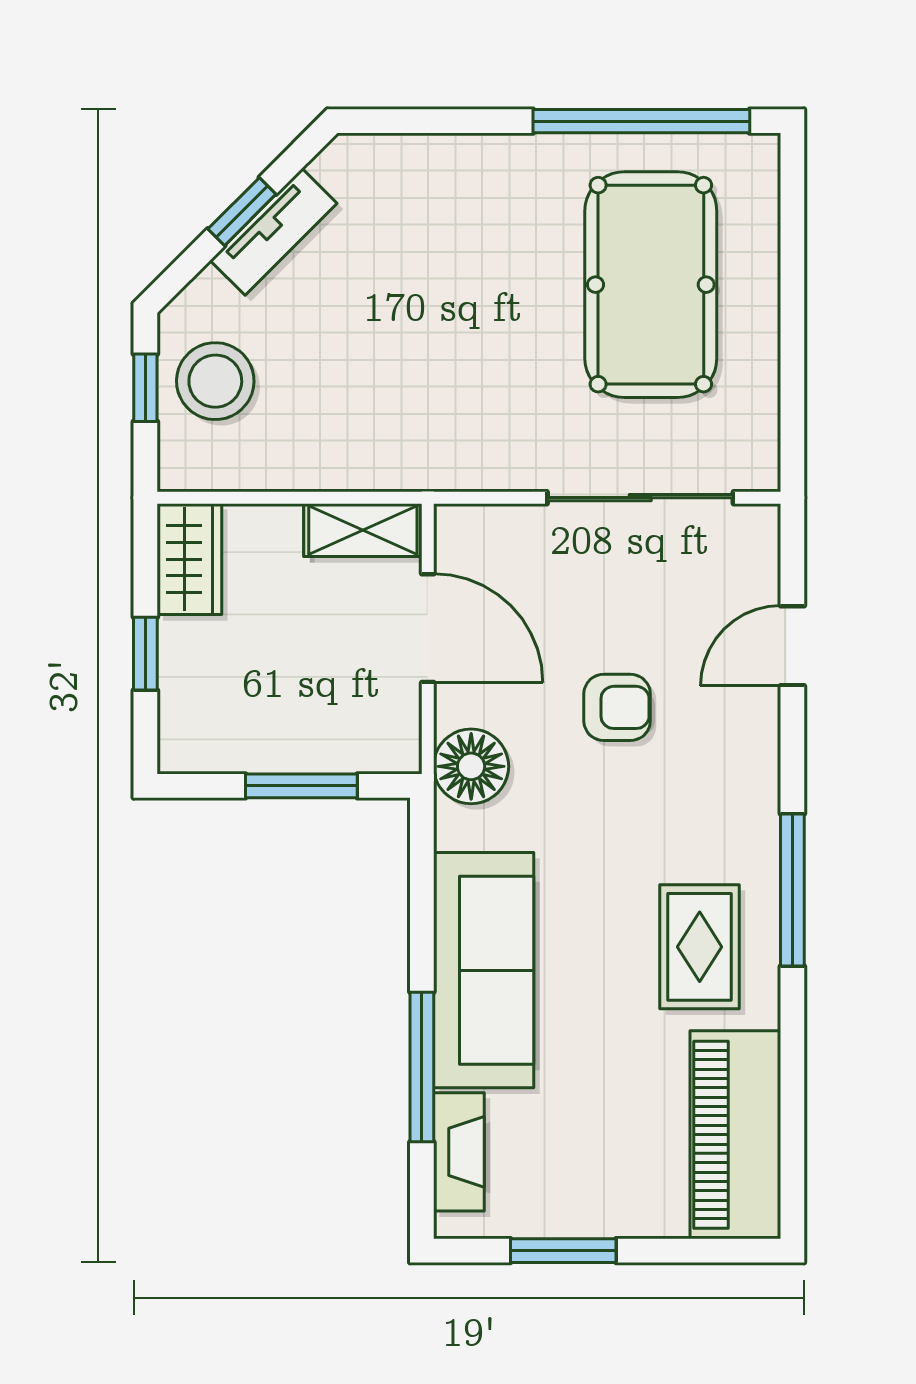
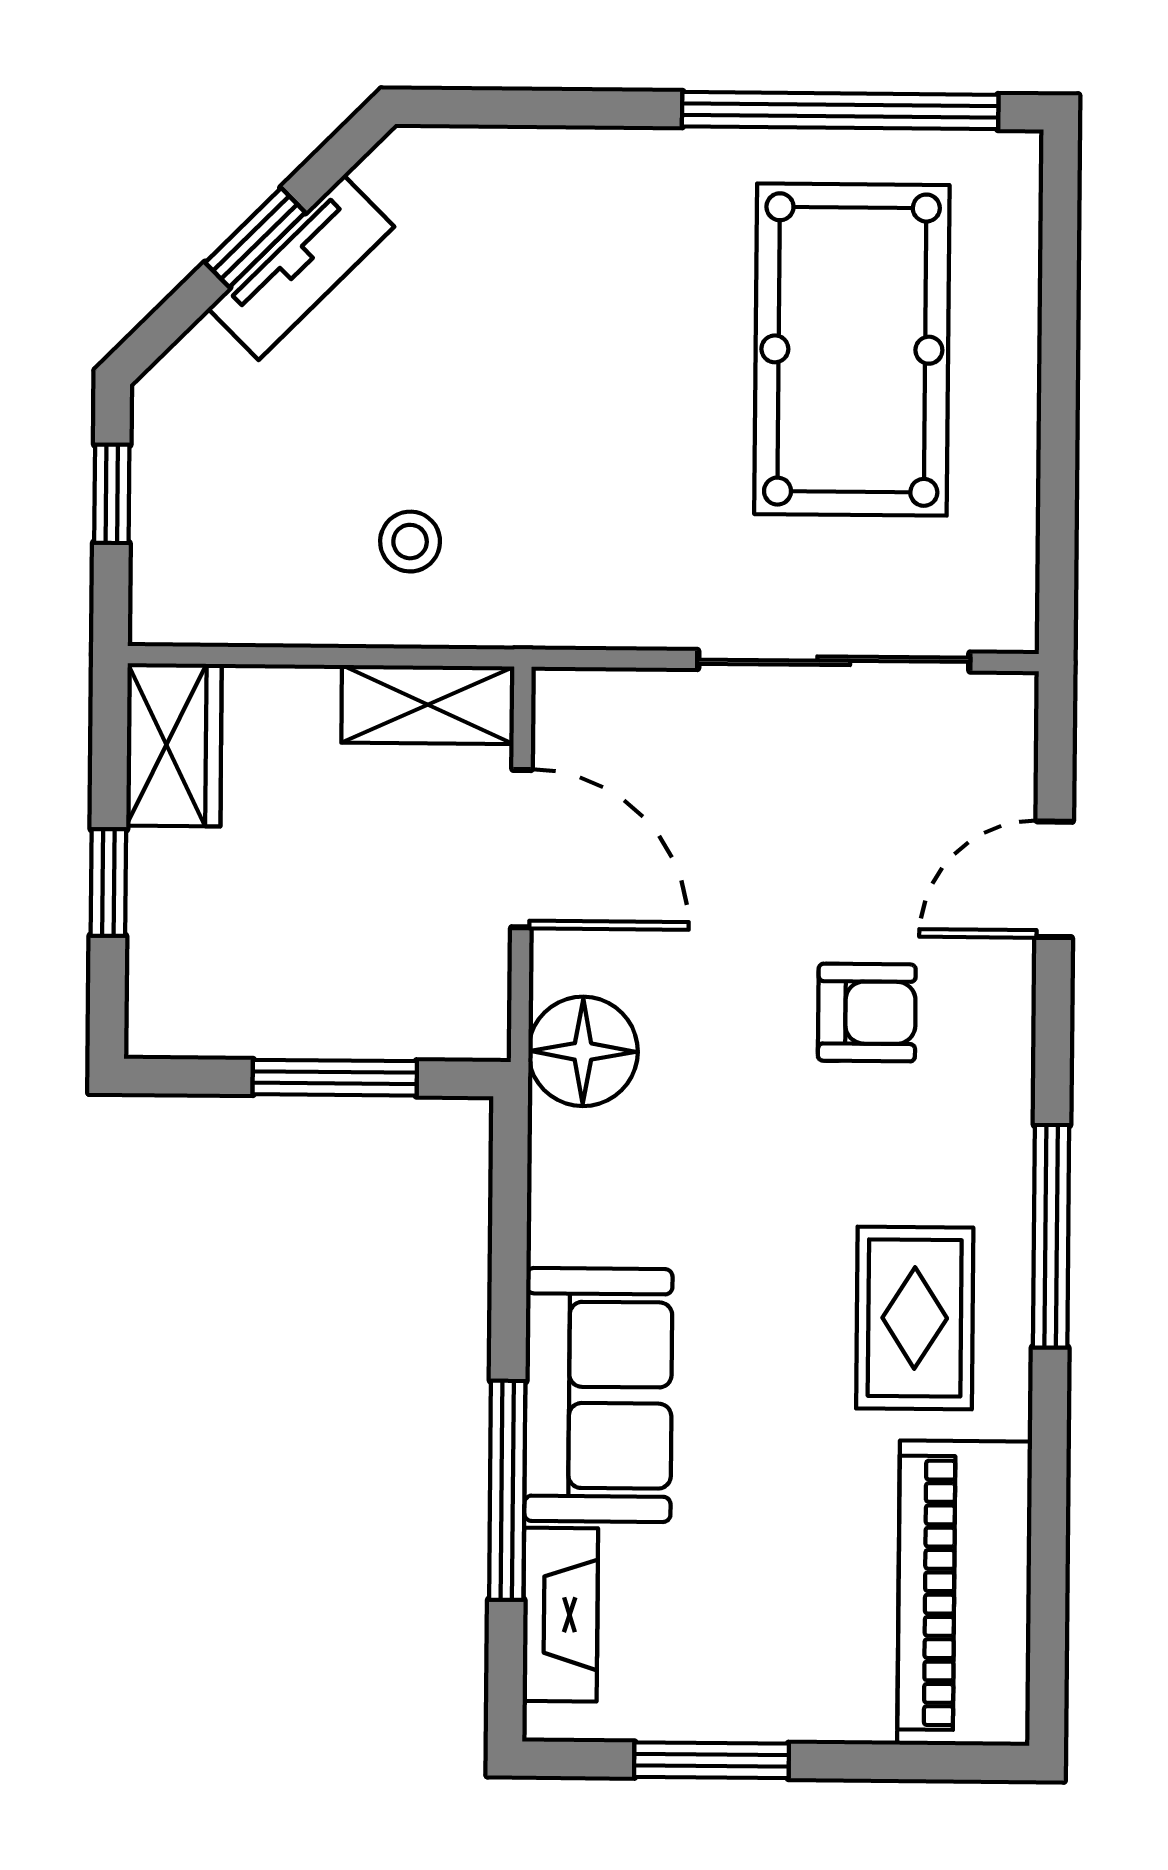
stool: (215, 381) -> (410, 542), moved, width x0.53, depth x0.53
armchair: (617, 707) -> (867, 1013), moved
sofa: (484, 970) -> (598, 1395), width x0.73

